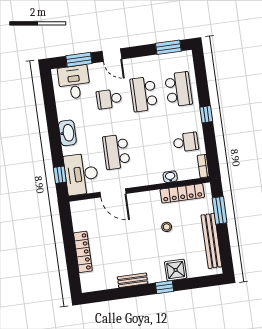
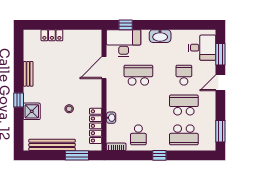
locker: (83, 252) -> (52, 35), width x0.66

